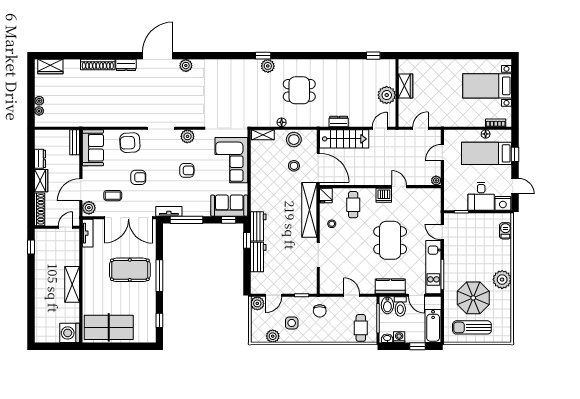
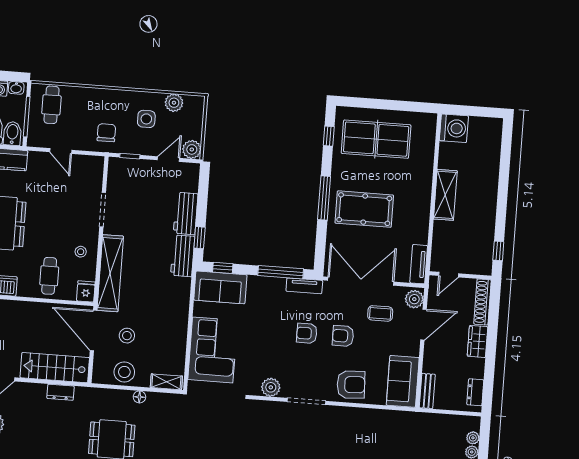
dresser: (40, 159) -> (475, 392), moved
armchair: (187, 170) -> (307, 333), moved
table tennis table: (109, 327) -> (376, 139), moved

